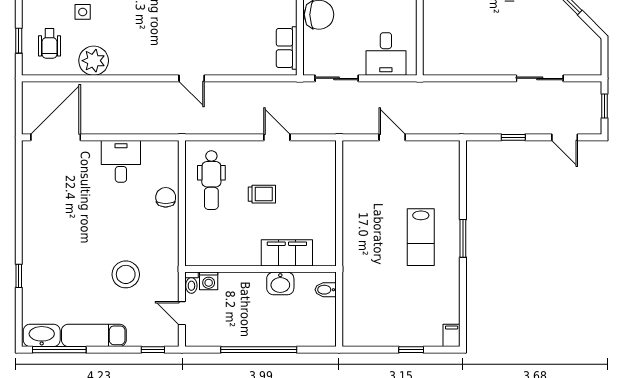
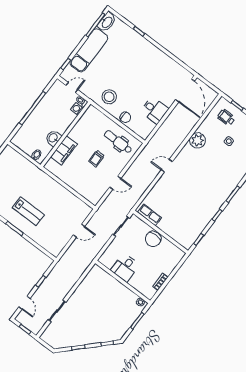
desk: (386, 54) -> (125, 268), moved, turned -90
plant: (94, 61) -> (198, 140), moved
door: (565, 137) -> (25, 303), swing flipped
lab bench: (421, 237) -> (28, 211), turned 180
stool: (126, 274) -> (109, 97), moved
exam couch: (94, 335) -> (89, 50), width x1.36, depth x1.45

